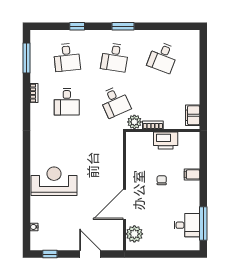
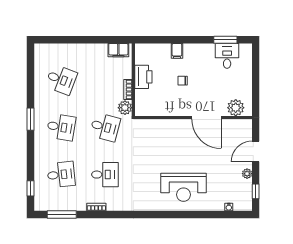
window: (77, 26) -> (30, 188), moved
desk: (115, 102) -> (105, 127), turned 39
reception desk: (54, 181) -> (183, 187), turned -90
window: (203, 223) -> (225, 40), width x0.69
plant: (68, 245) -> (247, 174), added

